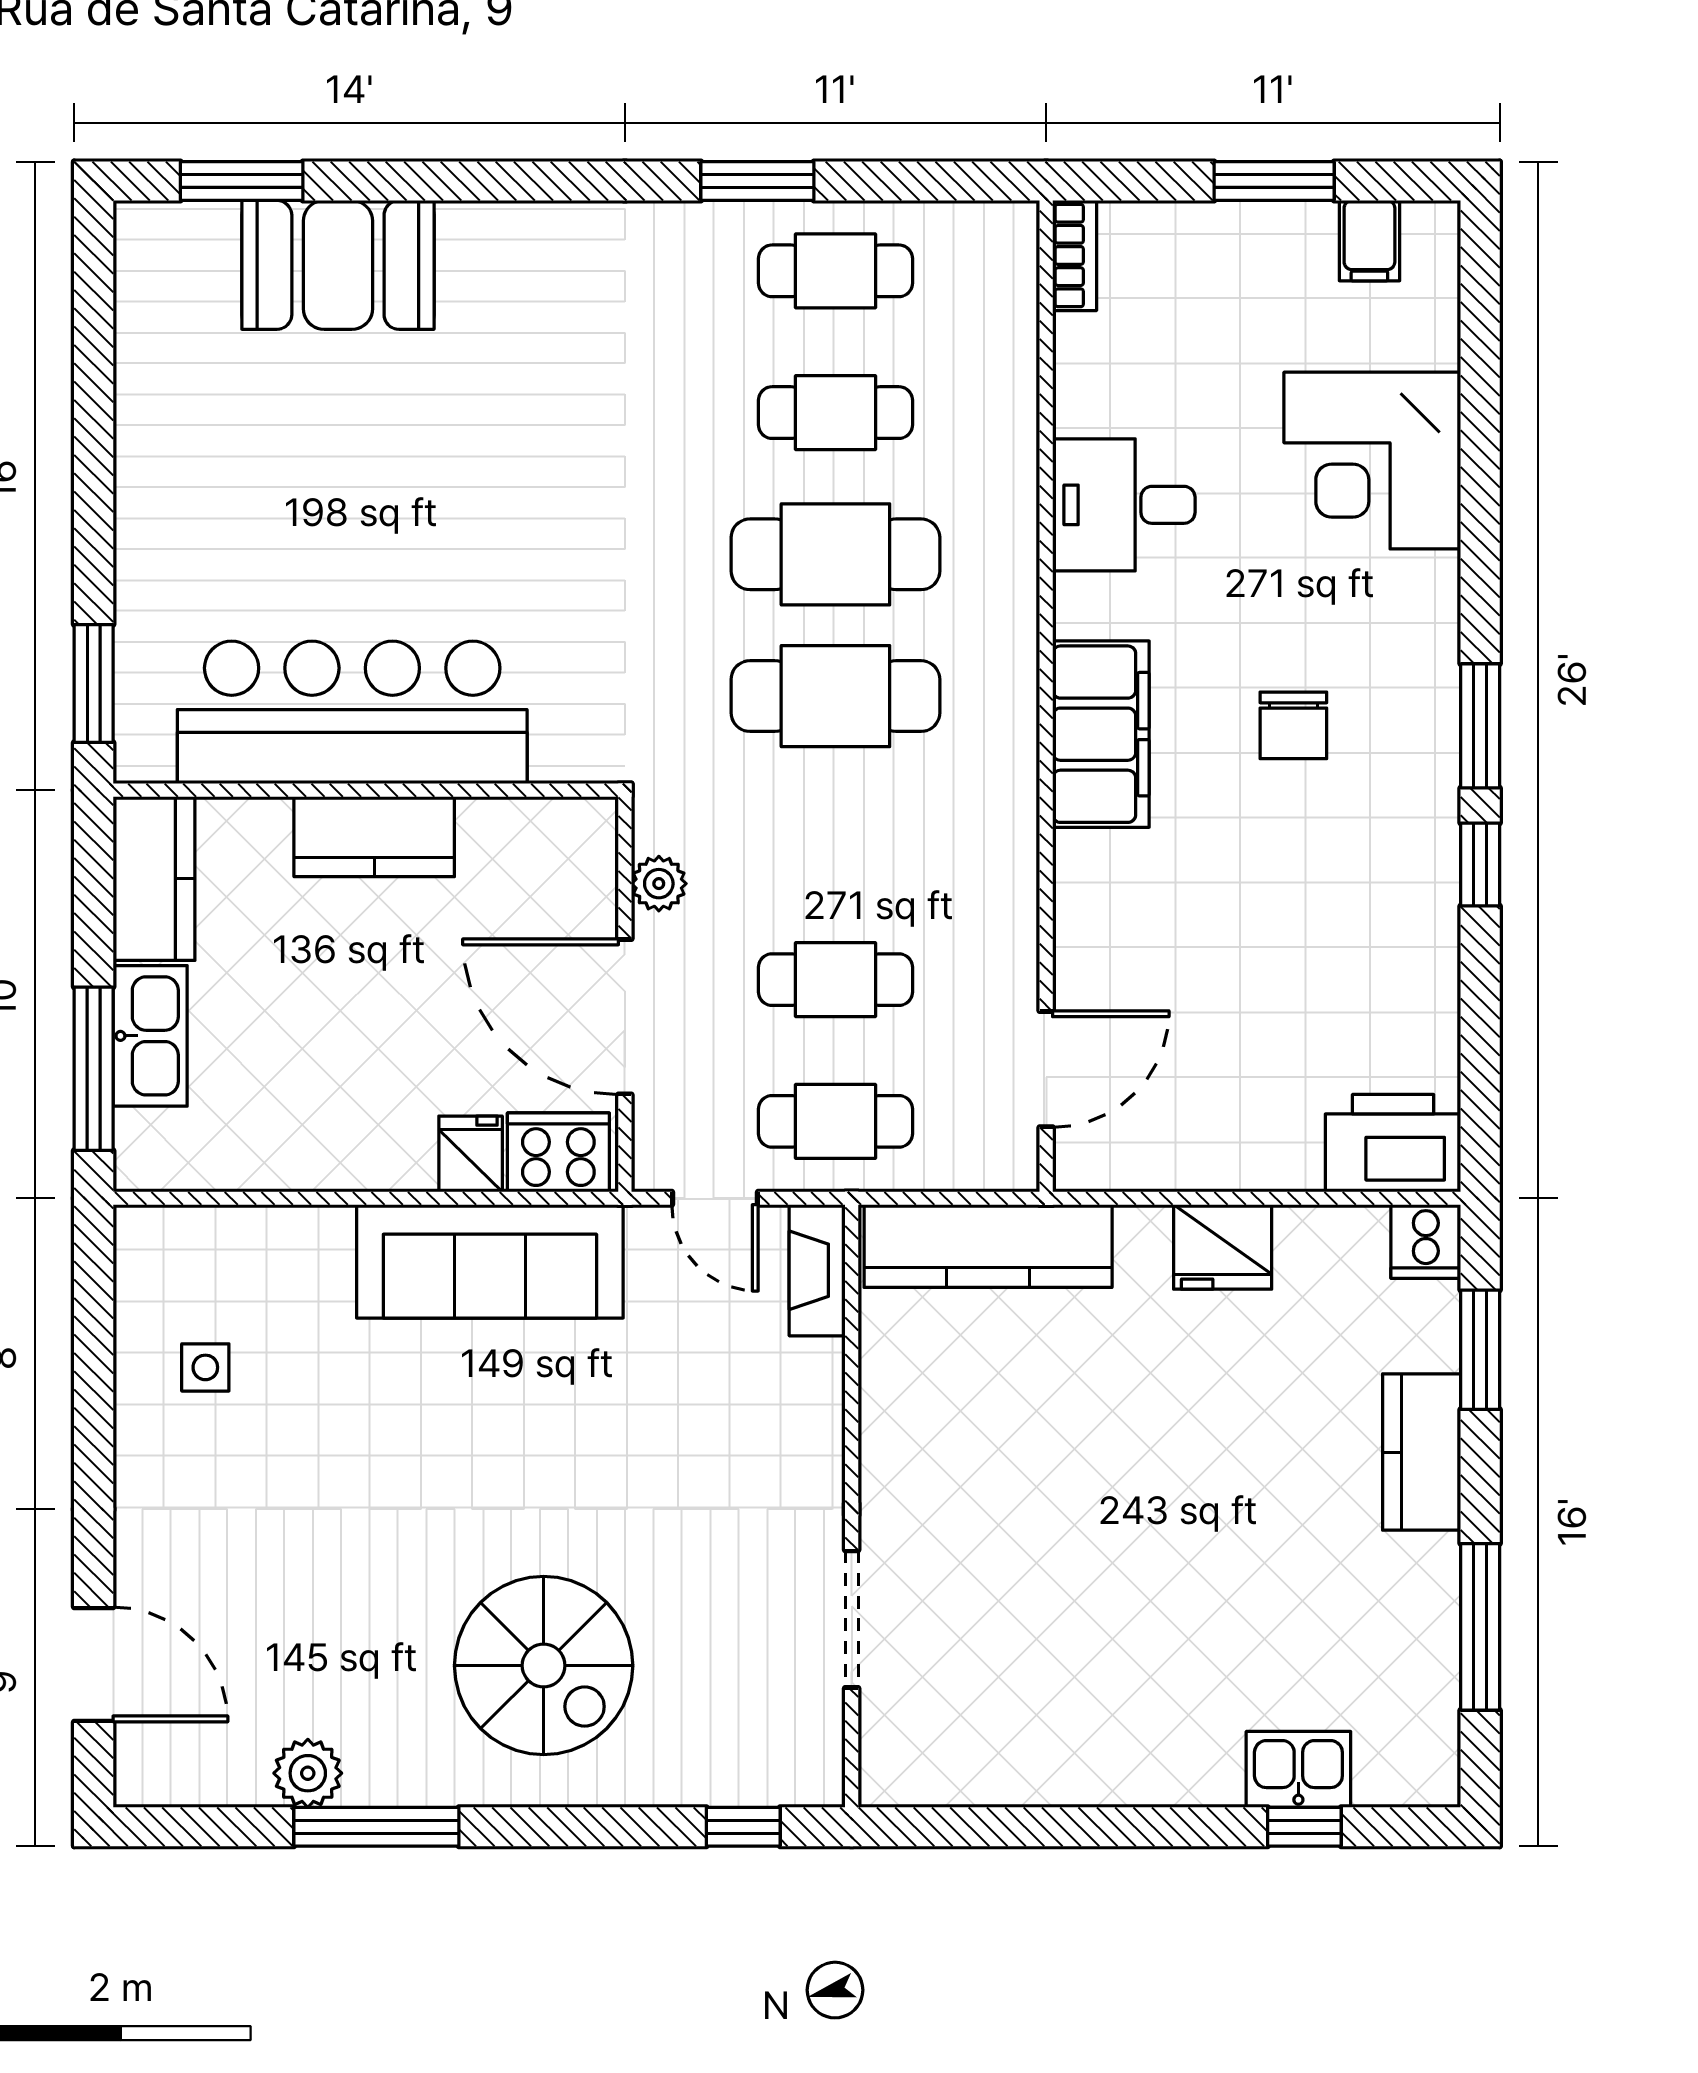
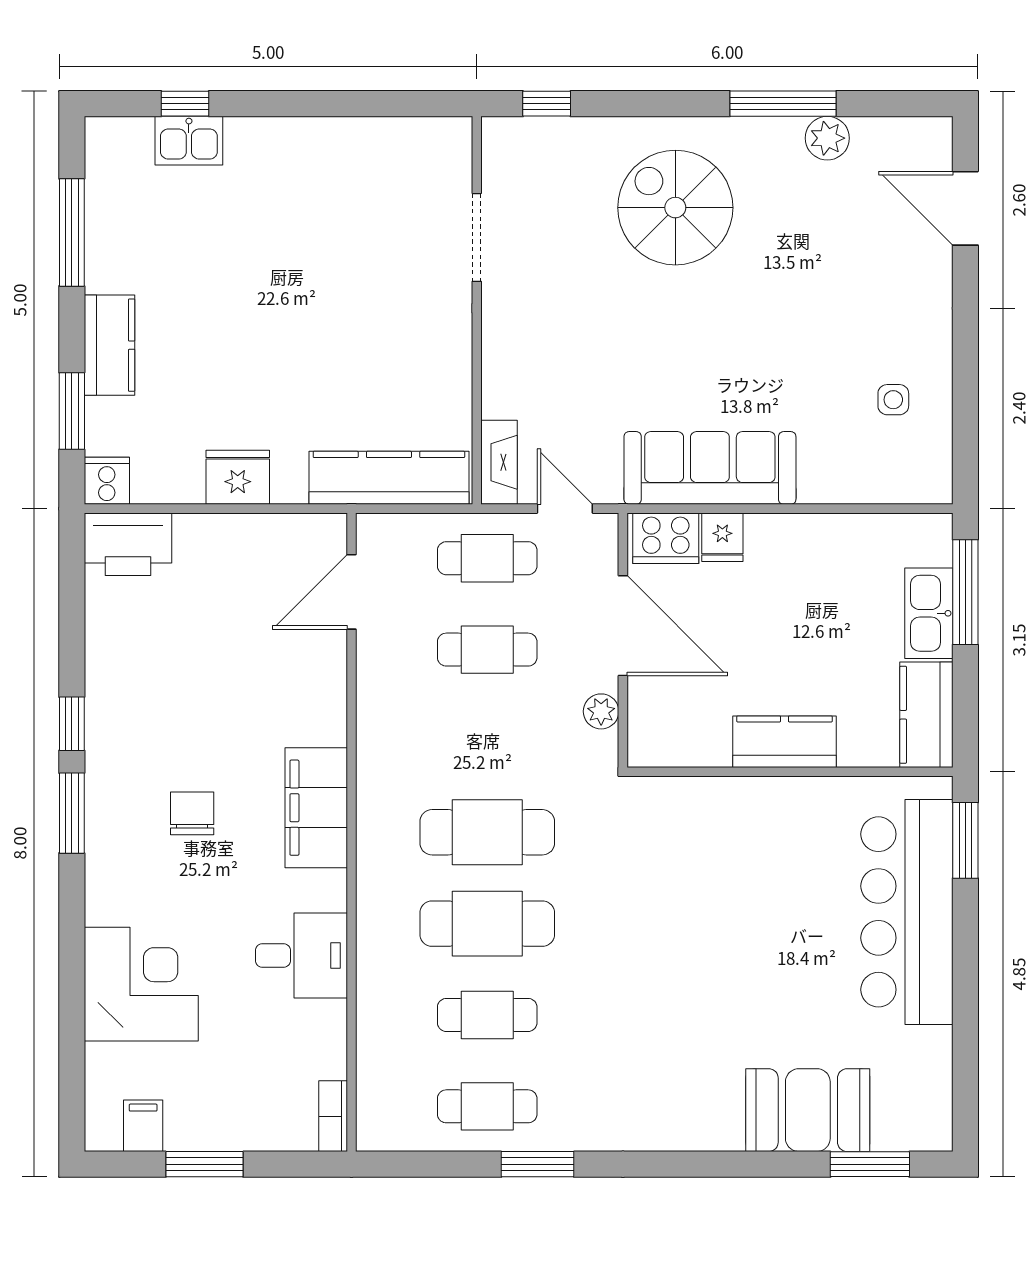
bar counter: (352, 712) -> (907, 912), moved, turned 90

